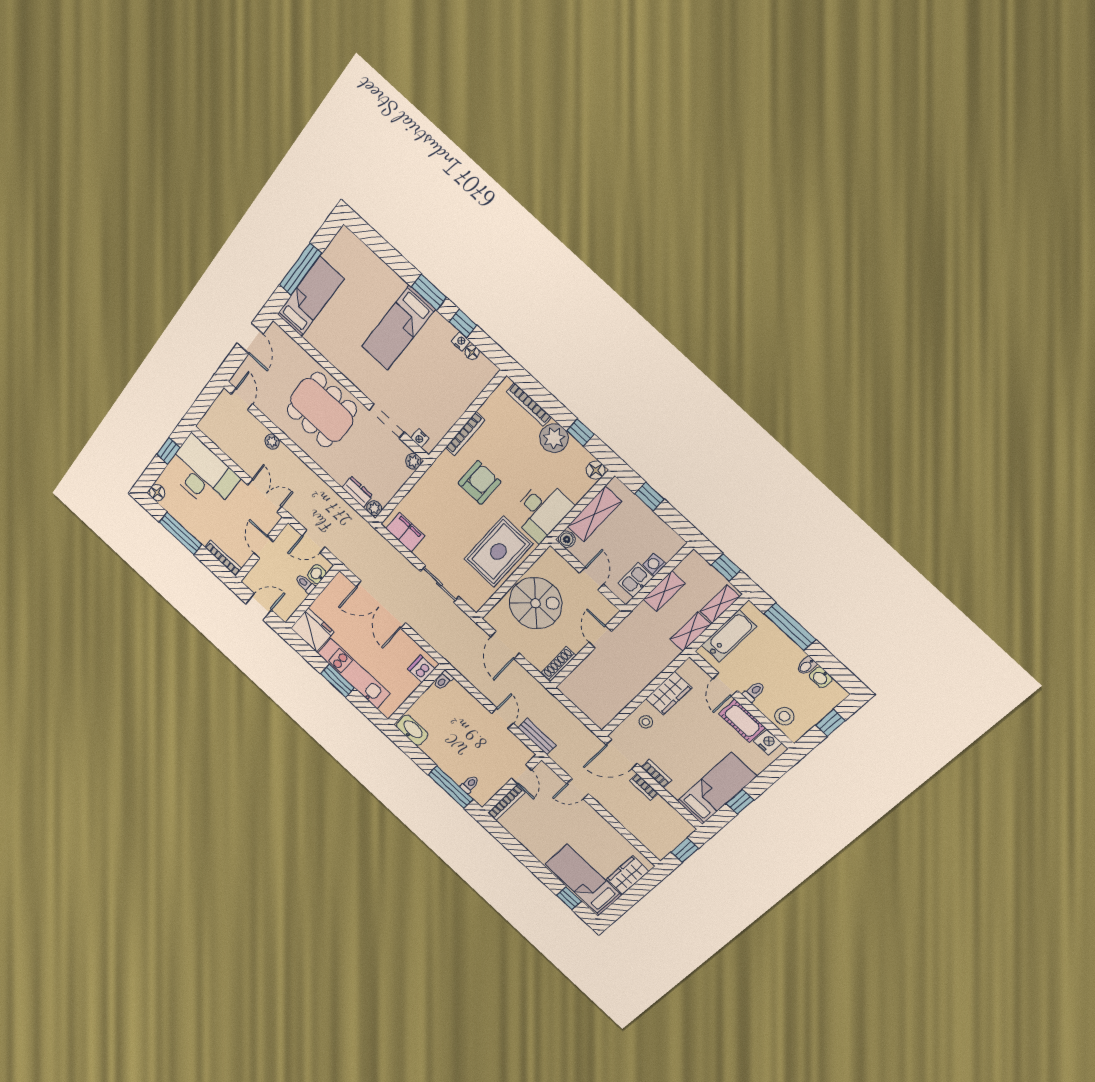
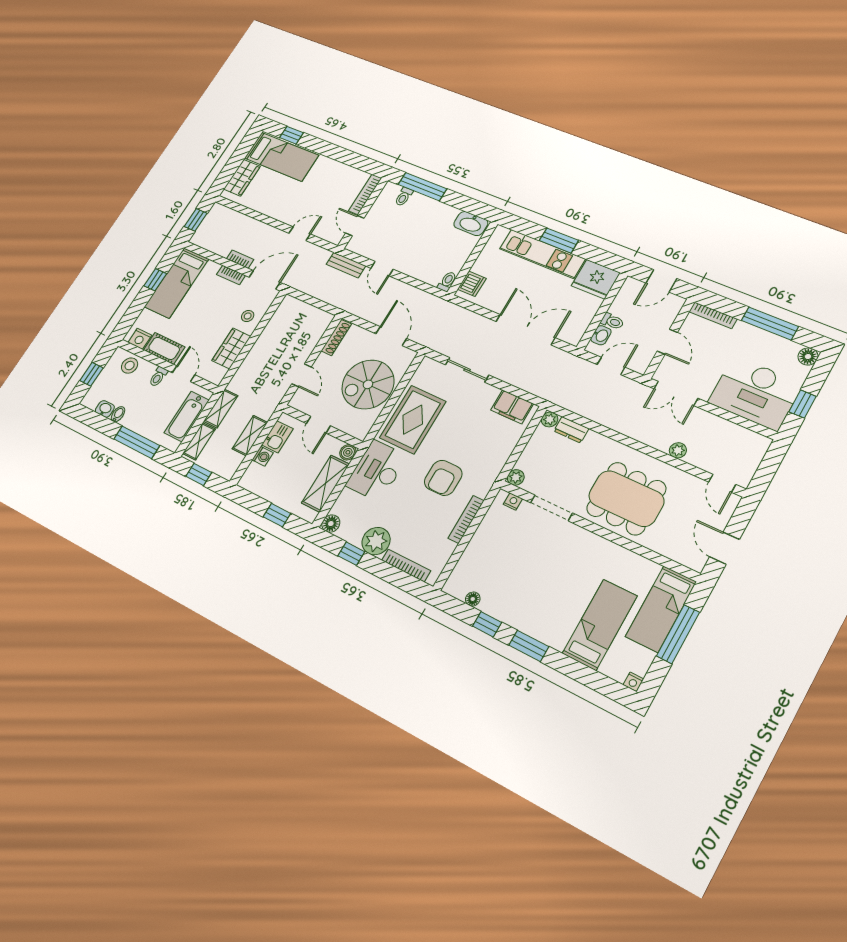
bed: (398, 328) -> (600, 625), moved
nightstand: (461, 341) -> (633, 682), moved

